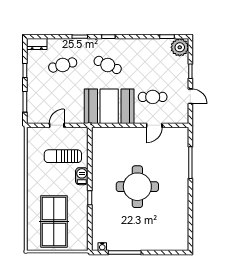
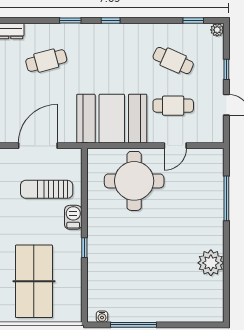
plant: (180, 47) -> (217, 30), width x0.53, depth x0.53
cafe table: (108, 65) -> (173, 61), moved
door: (57, 125) -> (38, 146), width x1.87
round table: (137, 187) -> (134, 181), moved
plant: (179, 208) -> (211, 263), added

